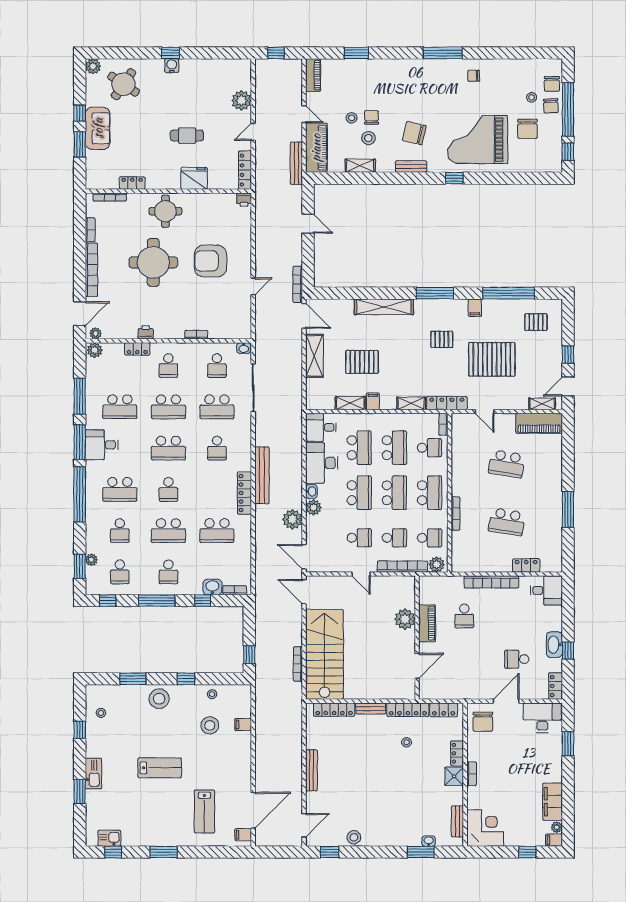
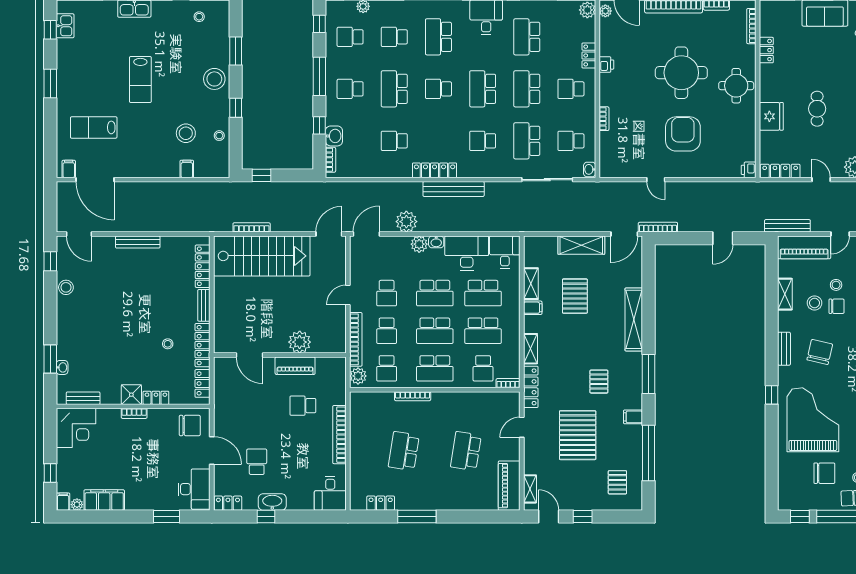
chair: (527, 129) -> (824, 473), turned 180
school desk: (217, 531) -> (394, 141), width x0.54
locker: (526, 565) -> (381, 503), moved, turned -90
chair: (483, 722) -> (190, 425), turned 180

